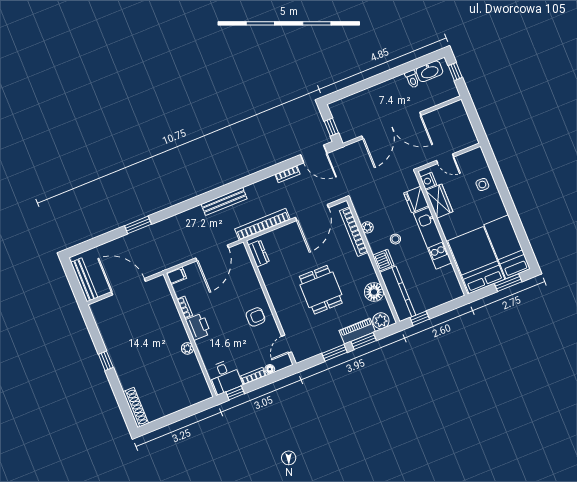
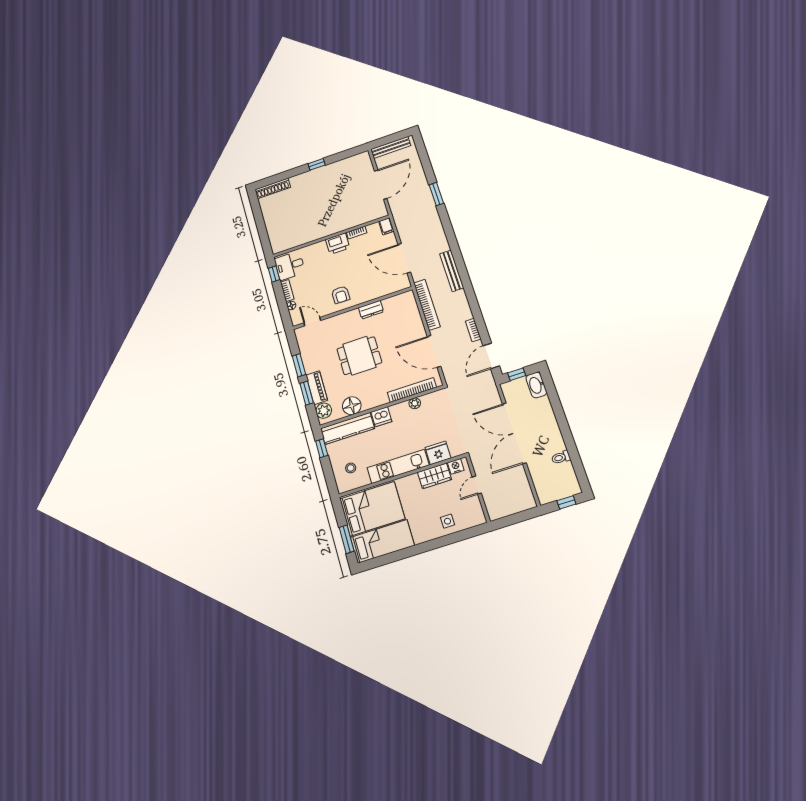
washbasin: (429, 71) -> (536, 385), moved
stool: (395, 239) -> (351, 468), moved
dresser: (259, 253) -> (371, 310), moved
plant: (187, 348) -> (319, 234), removed

